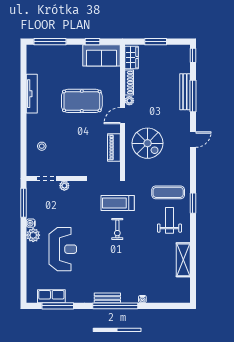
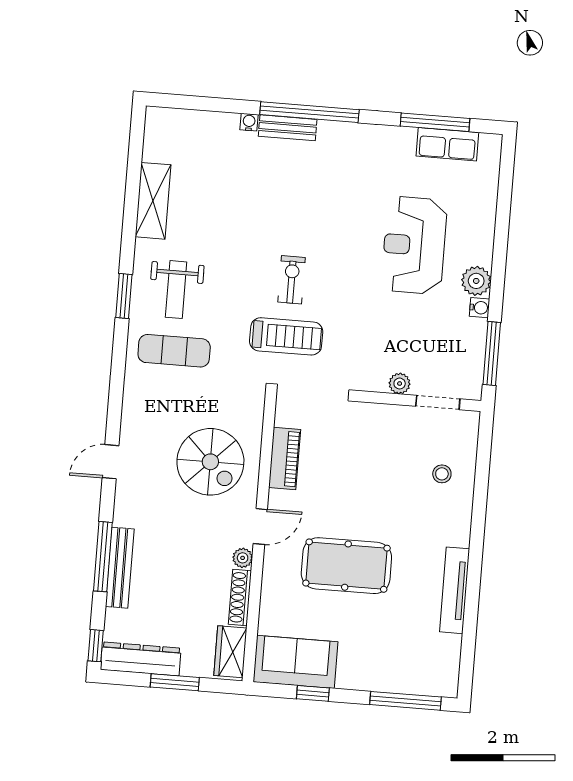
dresser: (172, 51) -> (141, 659), added
spiral stairs: (148, 143) -> (210, 462), turned 180
window: (193, 203) -> (124, 296), moved
bench: (107, 298) -> (288, 128), moved

